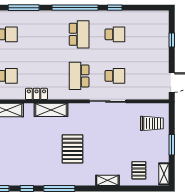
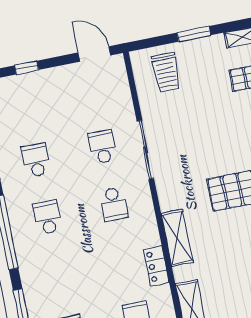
school desk: (79, 34) -> (47, 217), width x0.54
school desk: (79, 76) -> (114, 204), width x0.54
trolley: (152, 123) -> (166, 72), turned 180

